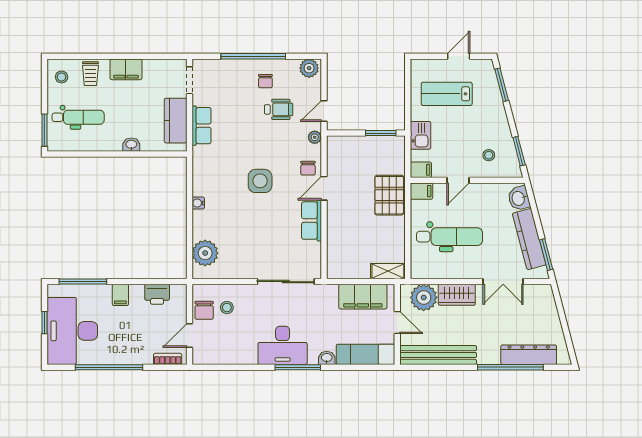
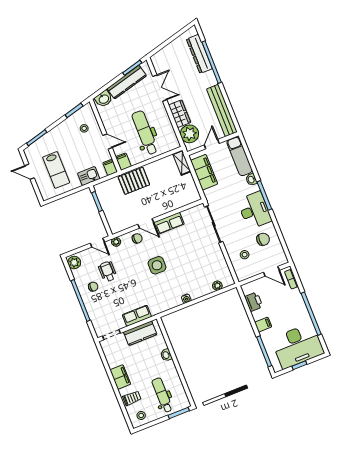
plant: (205, 253) -> (217, 286), width x0.53, depth x0.53
chair: (204, 310) -> (263, 239), moved

